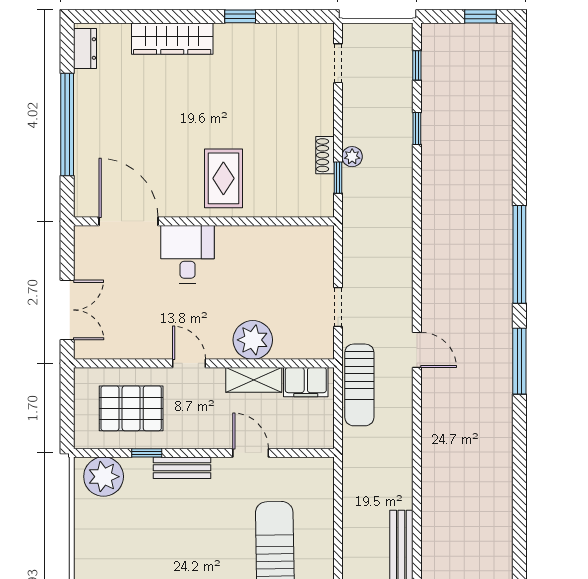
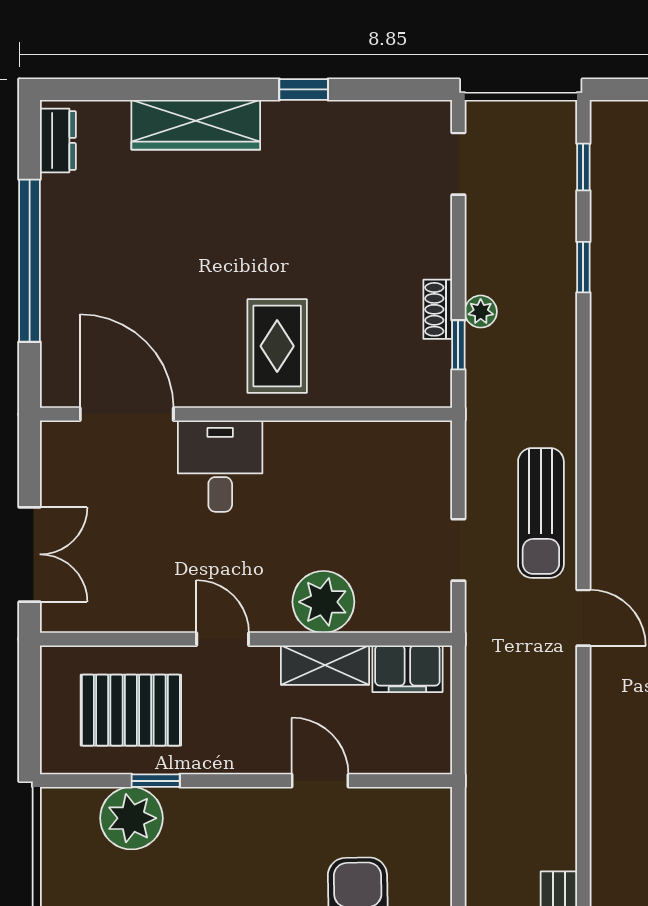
sun lounger: (359, 385) -> (541, 513), moved
bench: (182, 468) -> (211, 804), removed
plant: (104, 477) -> (131, 818), moved

